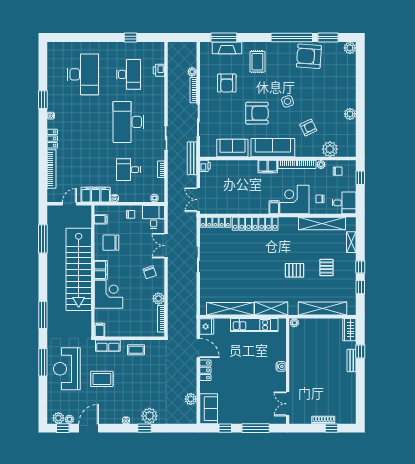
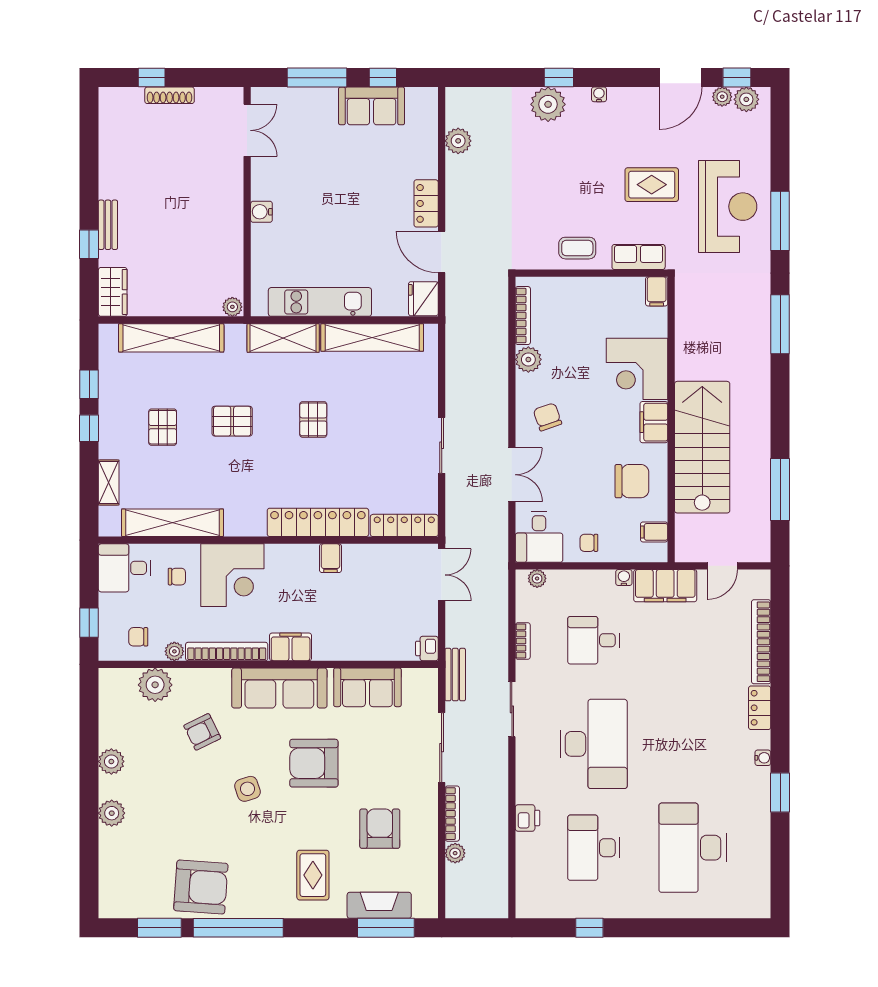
plant: (350, 48) -> (112, 813), moved
printer: (159, 70) -> (528, 818), moved
bench: (192, 158) -> (455, 675), width x0.73
desk: (129, 170) -> (594, 640), turned 180
filing cabinet: (274, 207) -> (330, 558), moved
stairs: (79, 269) -> (702, 447), width x0.73
pallet: (257, 271) -> (313, 419), added
sofa: (209, 409) -> (372, 106), moved, turned -90

